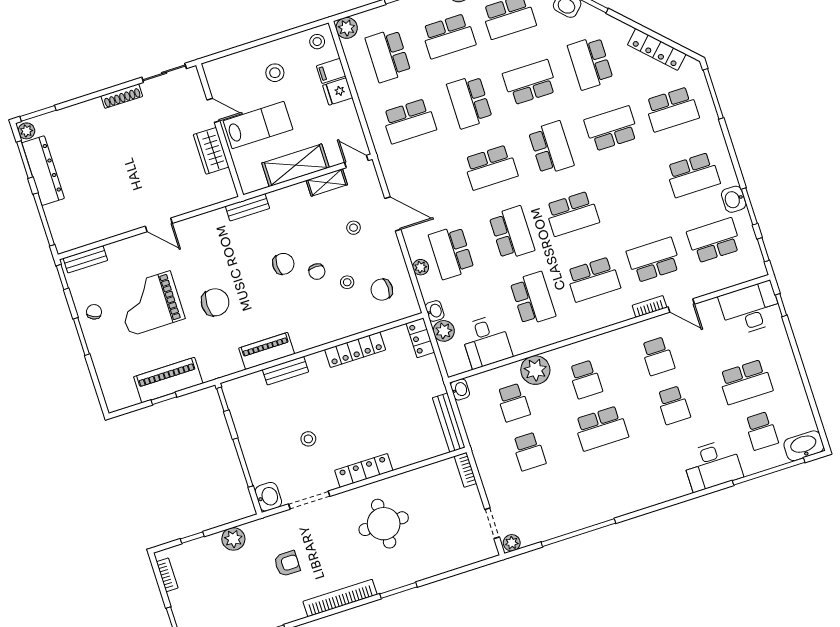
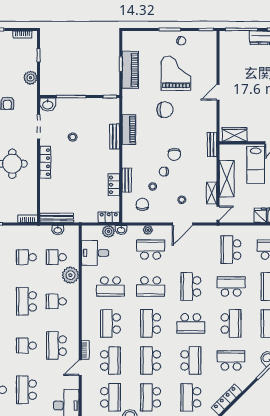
wardrobe: (211, 151) -> (235, 134), moved
school desk: (633, 194) -> (151, 360), added
bench: (85, 259) -> (127, 180), moved
chair: (215, 302) -> (165, 110), turned -90
locker: (355, 350) -> (114, 185), width x0.66
school desk: (658, 356) -> (56, 346), width x1.85
washbasin: (460, 389) -> (58, 230), moved

